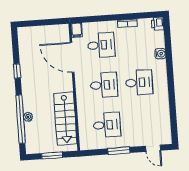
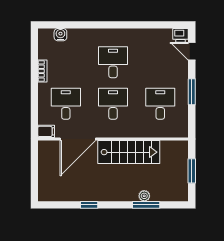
printer: (158, 24) -> (181, 35), moved
water cooler: (160, 54) -> (60, 35), moved
window: (20, 119) -> (146, 205), width x0.47
stairs: (65, 119) -> (129, 152), moved
door: (153, 148) -> (192, 51), swing flipped

